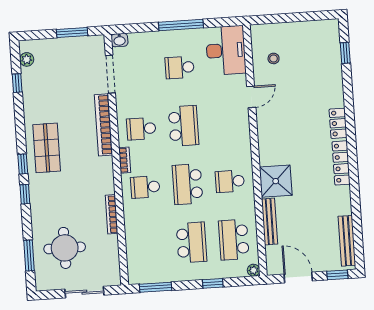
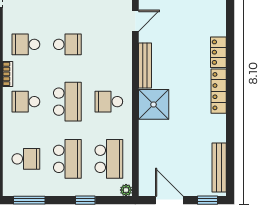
school desk: (184, 126) -> (67, 44), width x0.54
school desk: (188, 184) -> (67, 102), turned 180
bench: (270, 221) -> (145, 65), moved
school desk: (234, 240) -> (109, 159), turned 180
school desk: (149, 245) -> (26, 159), added

